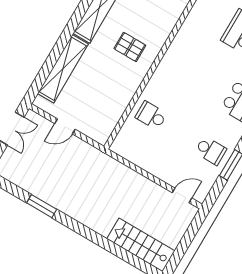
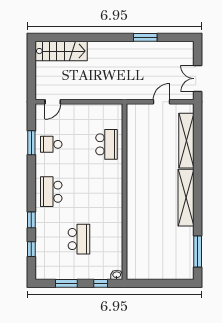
pallet: (130, 47) -> (149, 183), removed
school desk: (151, 116) -> (107, 144), width x1.85

